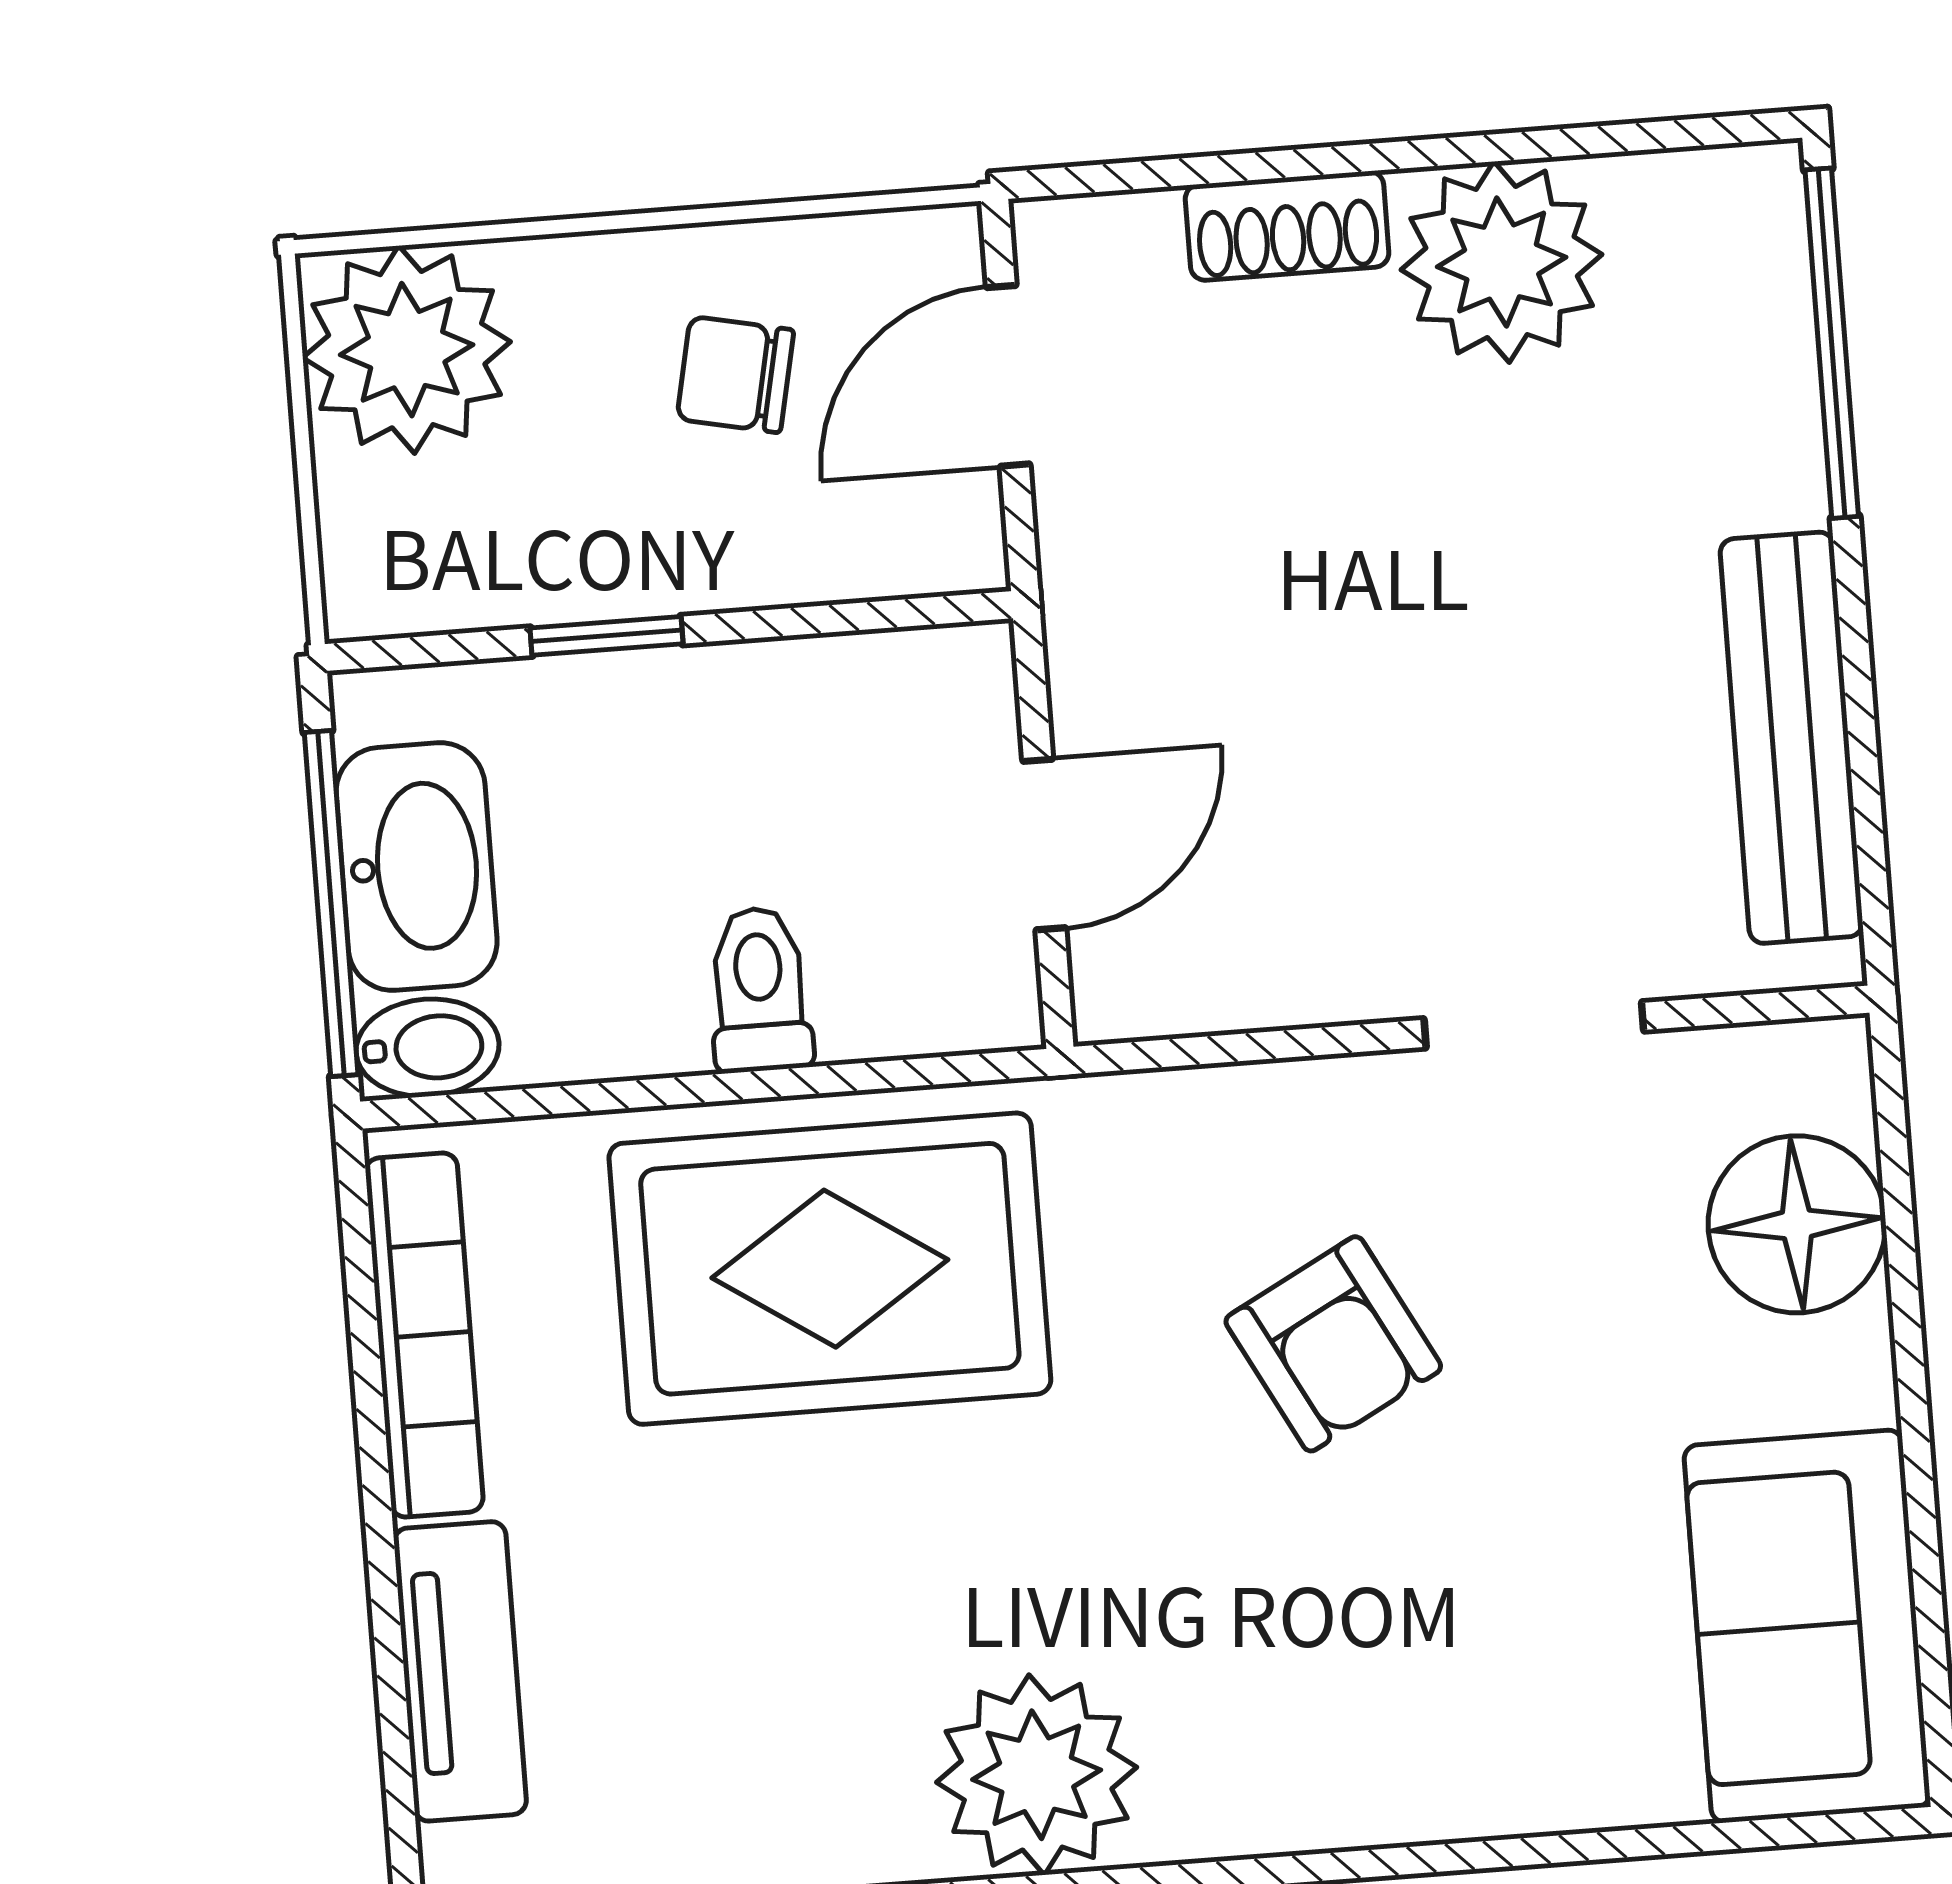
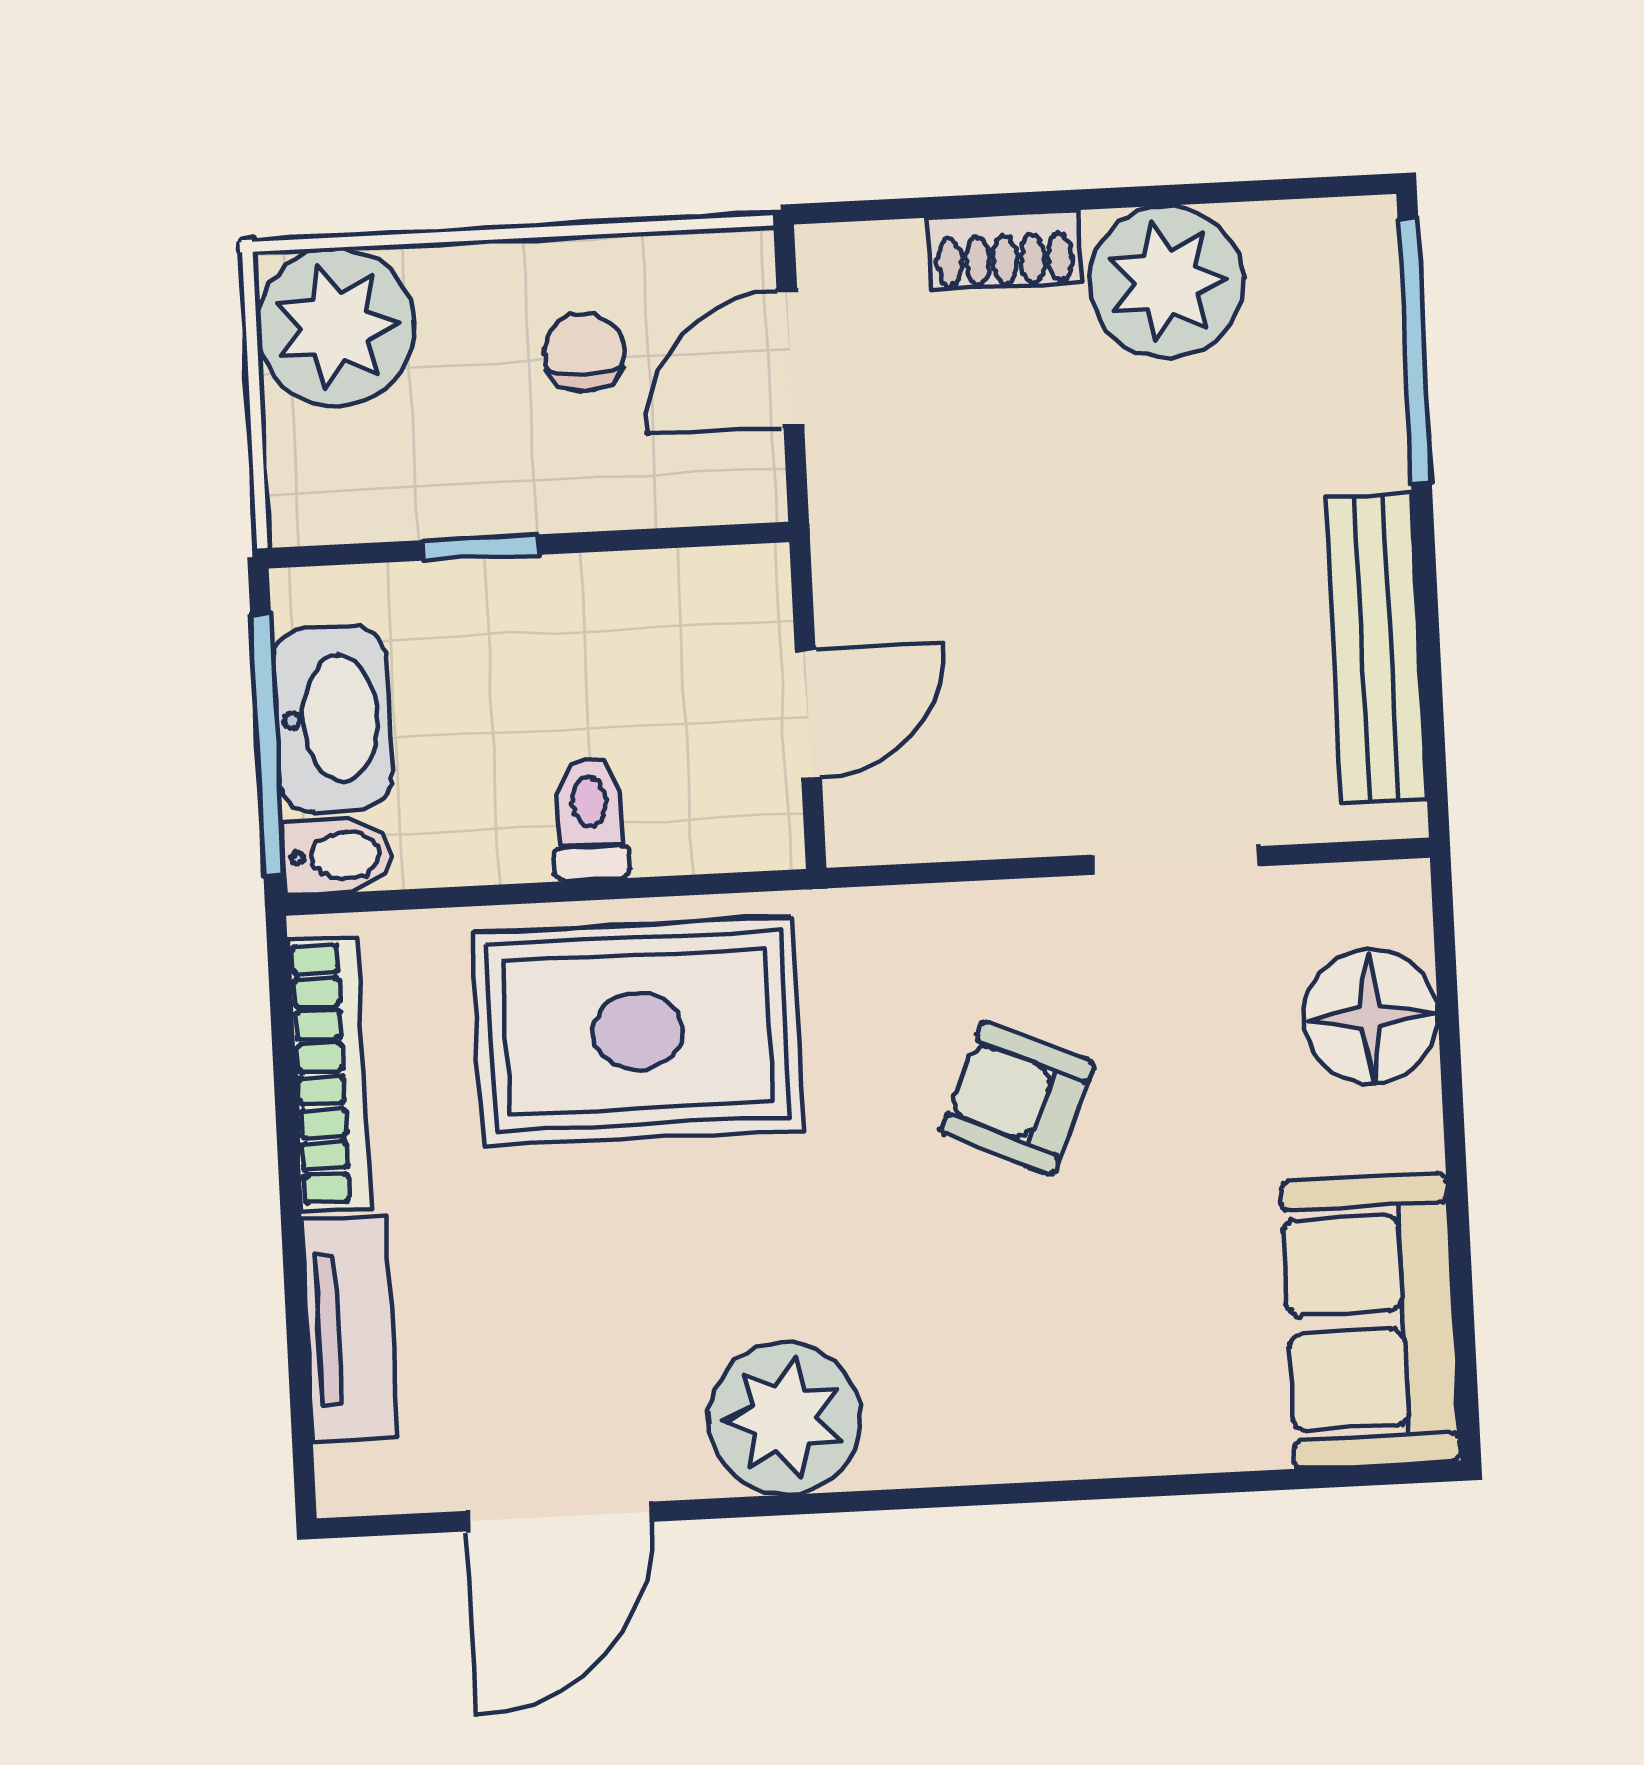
chair: (735, 375) -> (584, 352), turned 78
armchair: (1333, 1344) -> (1017, 1098), turned 142

